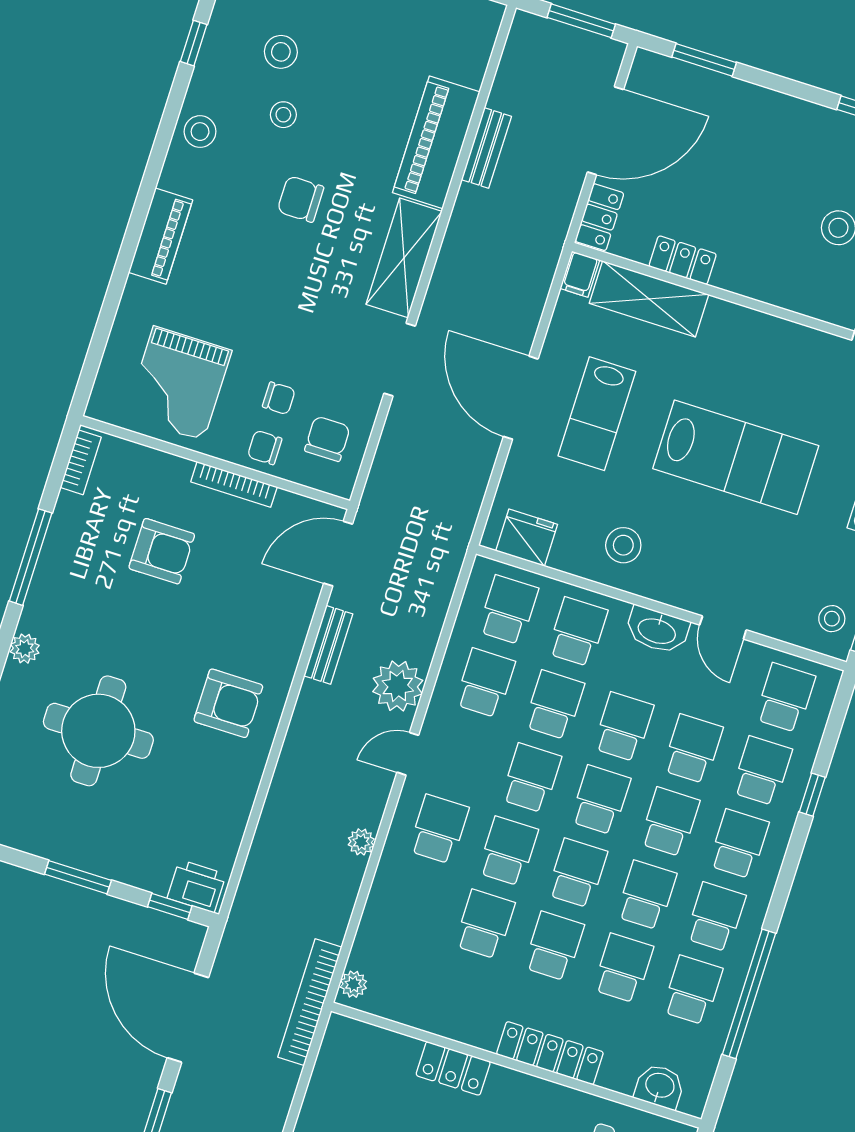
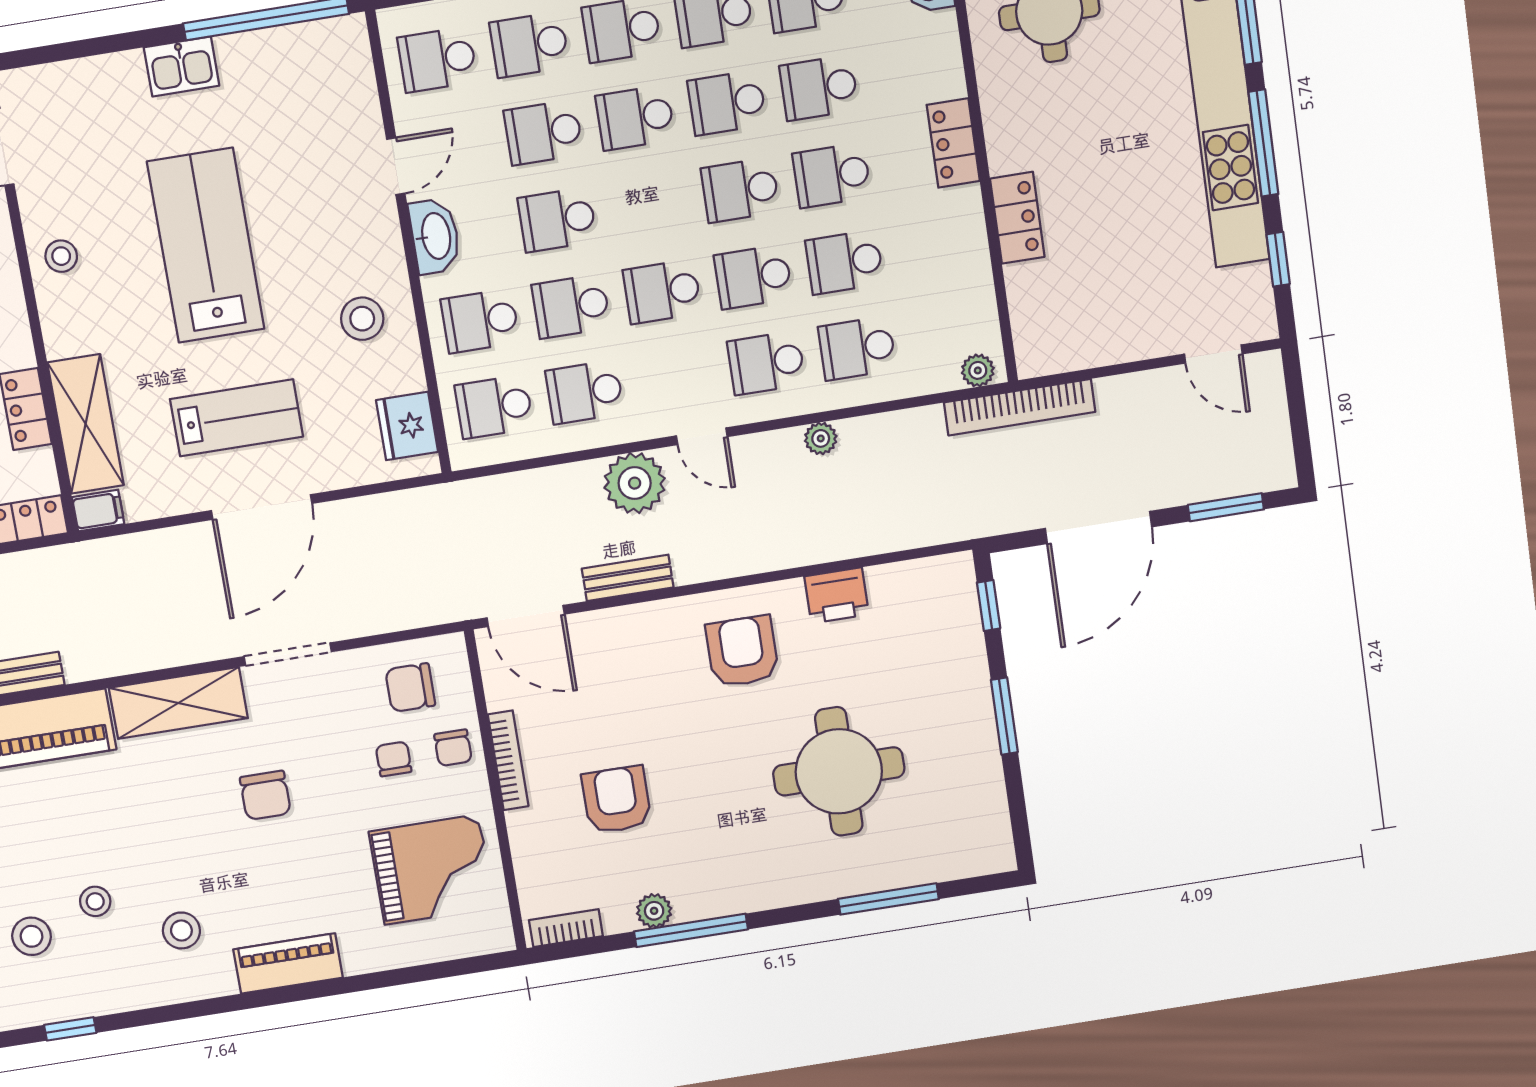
stool: (200, 132) -> (181, 930), moved
chair: (301, 199) -> (265, 795), moved
stool: (832, 619) -> (61, 256), moved
plant: (25, 649) -> (654, 911), moved
school desk: (600, 800) -> (857, 348), moved
printer: (197, 886) -> (837, 595), moved, turned -90
locker: (550, 1053) -> (953, 143), width x0.66

